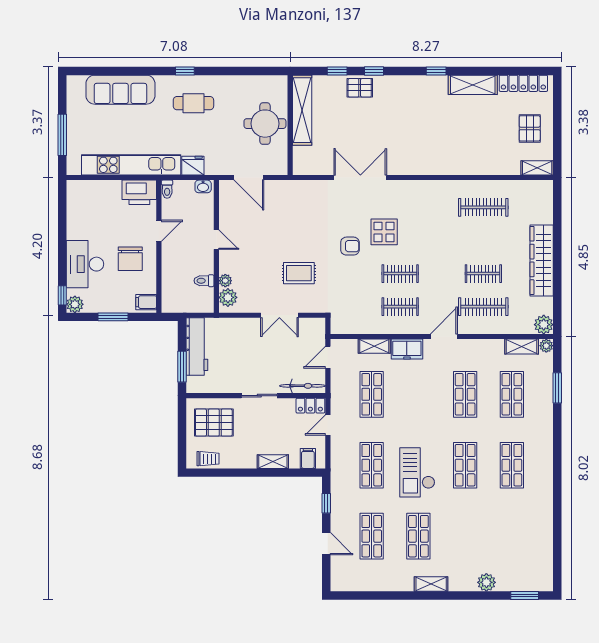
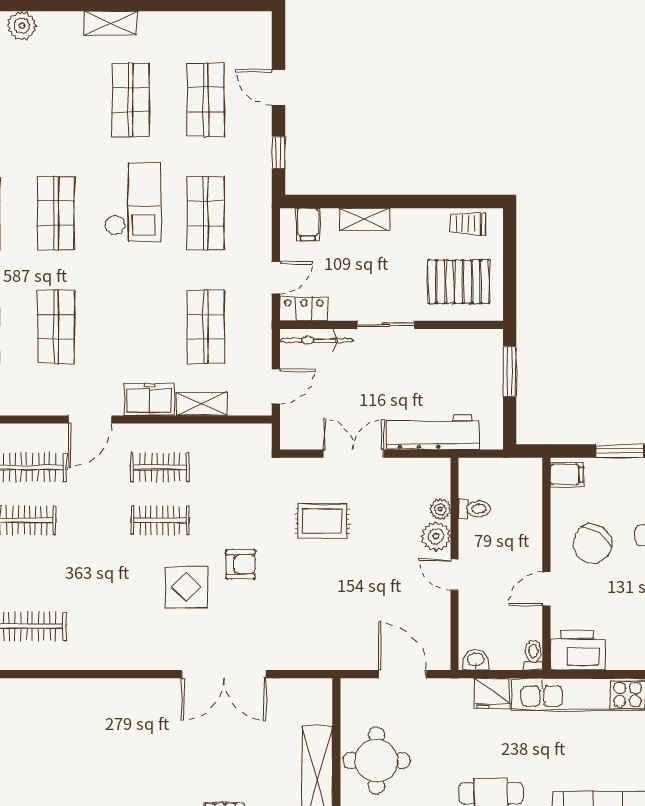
armchair: (350, 246) -> (240, 564), turned 180
chair: (130, 259) -> (592, 544), turned -148
plant: (228, 297) -> (436, 536), moved
workbench: (197, 347) -> (433, 432), moved, turned 90

